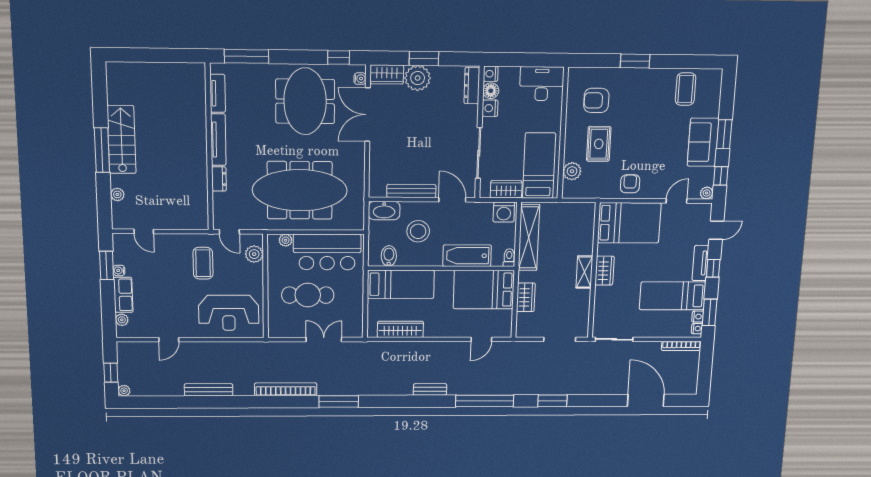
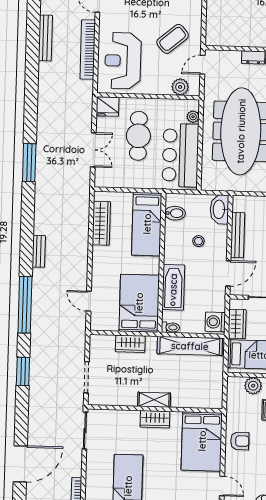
stool: (418, 231) -> (198, 241), width x0.53, depth x0.53
coffee table: (203, 263) -> (173, 39), turned -40
fridge: (278, 327) -> (108, 106), added
bookcase: (286, 389) -> (88, 49), moved, turned 180

